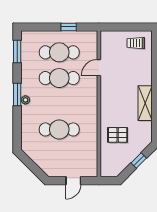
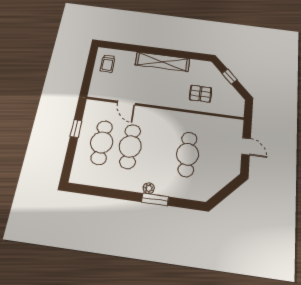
window: (17, 51) -> (91, 190), removed
window: (17, 95) -> (155, 199), moved
shelving: (145, 103) -> (162, 62), width x1.47
pallet: (118, 135) -> (200, 94), turned 90

